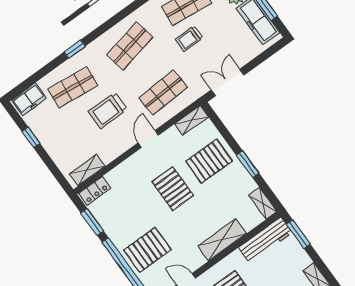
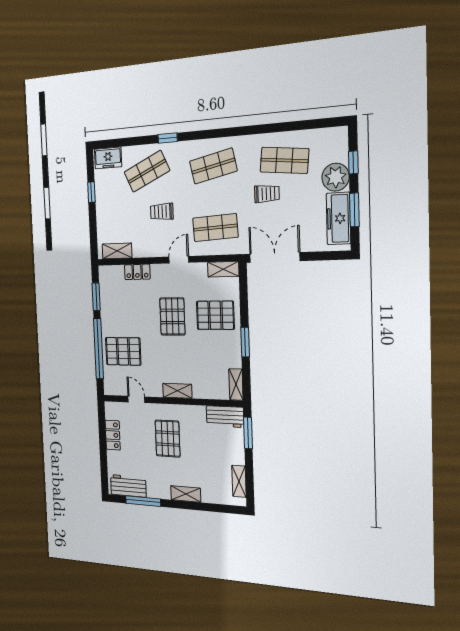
trolley: (189, 39) -> (267, 194), turned 180
double door: (228, 82) -> (275, 257), width x1.37
shop shelf: (73, 87) -> (147, 171), turned -30
trolley: (108, 111) -> (162, 212), width x0.73, depth x0.72
locker: (95, 191) -> (137, 272), moved
shelving: (222, 240) -> (177, 391), width x0.67, depth x0.75
workbench: (265, 240) -> (225, 417), width x0.73

